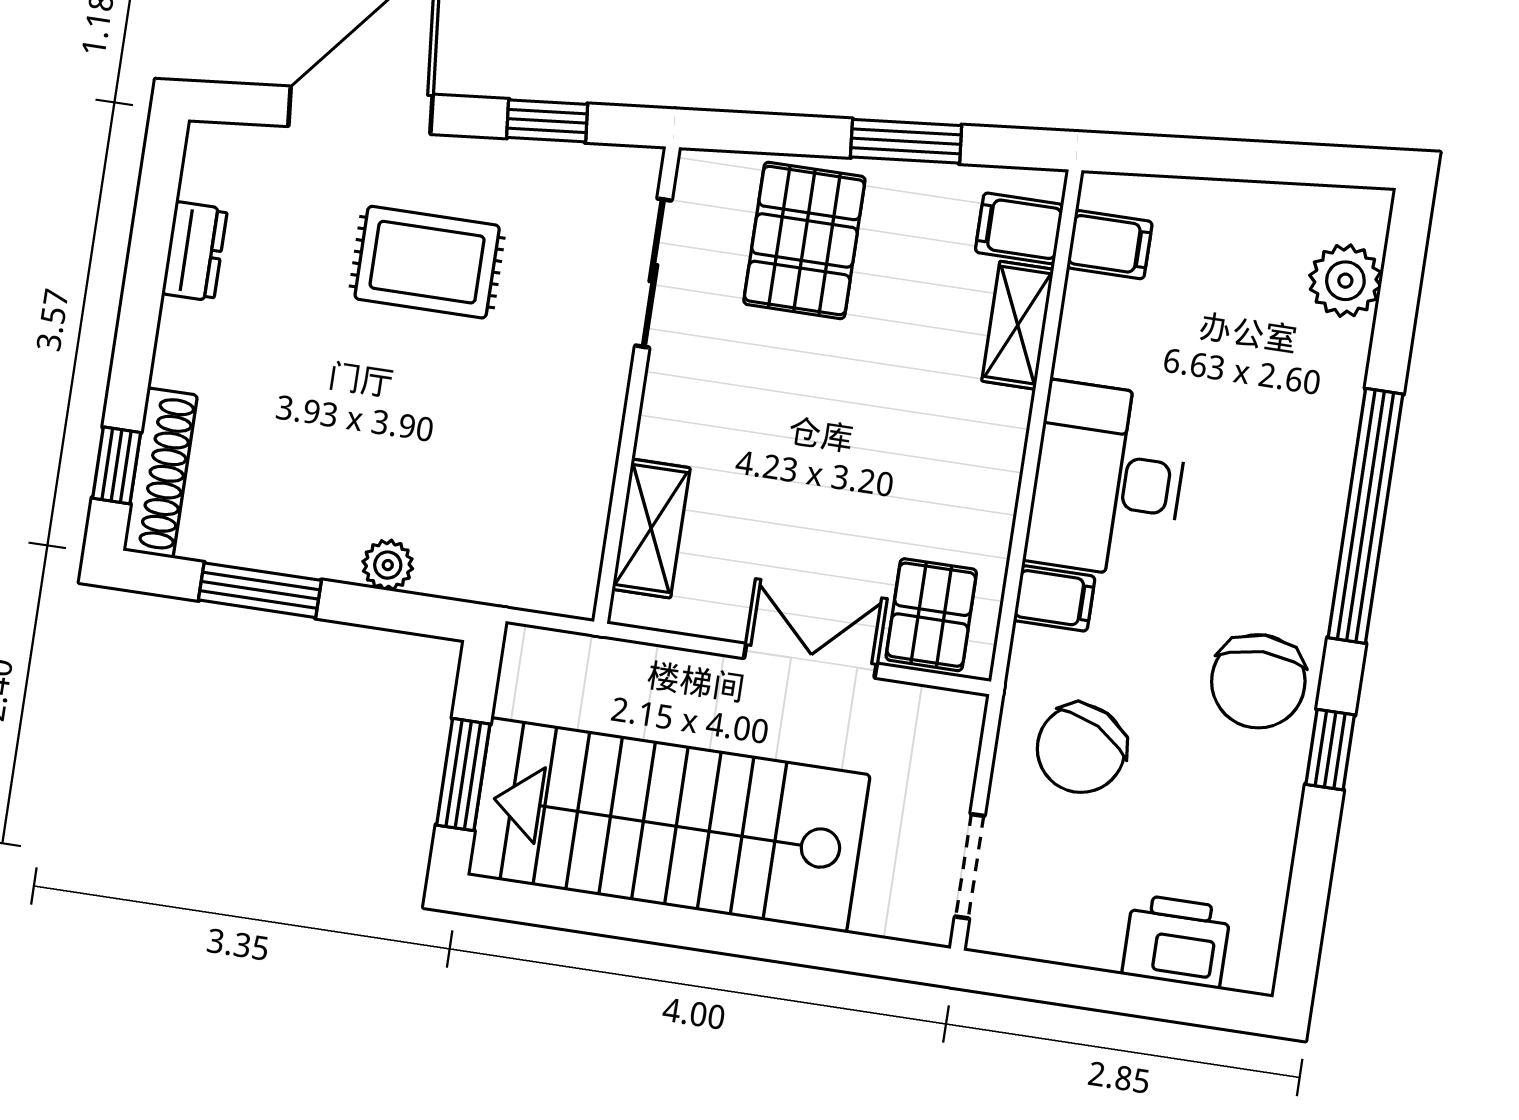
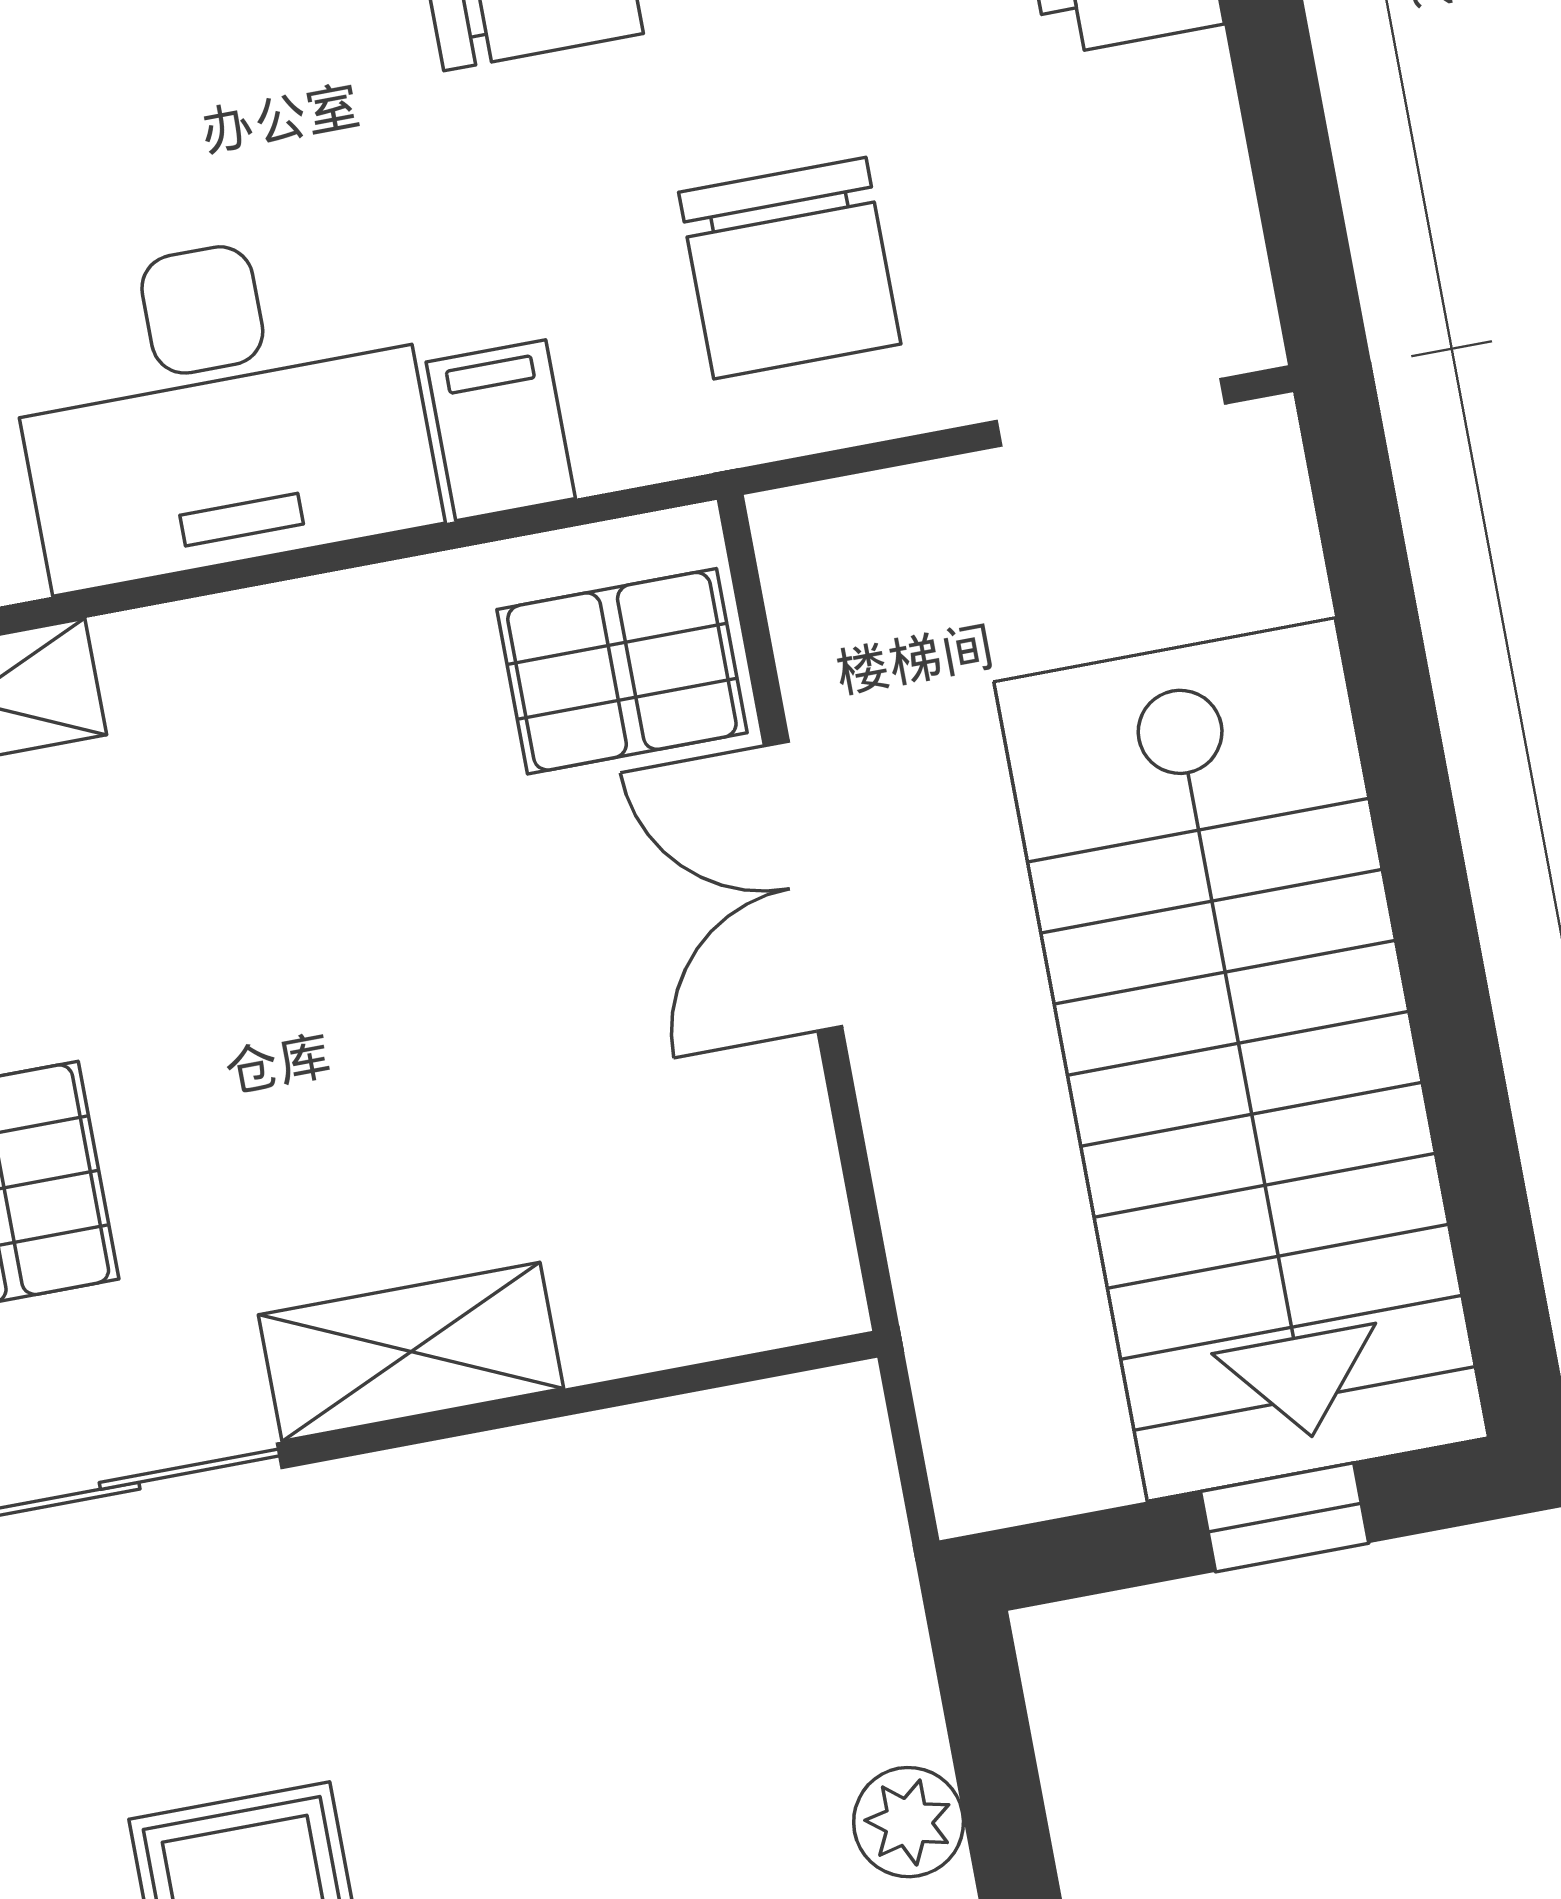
shelving: (651, 528) -> (411, 1352), moved
chair: (1081, 749) -> (790, 268), turned 62
window: (463, 775) -> (1285, 1517), width x0.67

